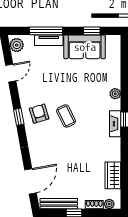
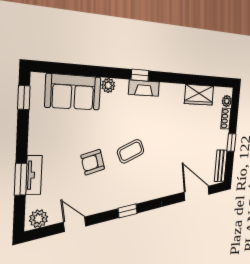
window: (46, 31) -> (21, 179), width x0.69
window: (92, 31) -> (24, 97), moved
sofa: (85, 47) -> (73, 92), moved, turned 90
armchair: (39, 114) -> (93, 162), moved
bench: (59, 204) -> (221, 166), width x0.73

